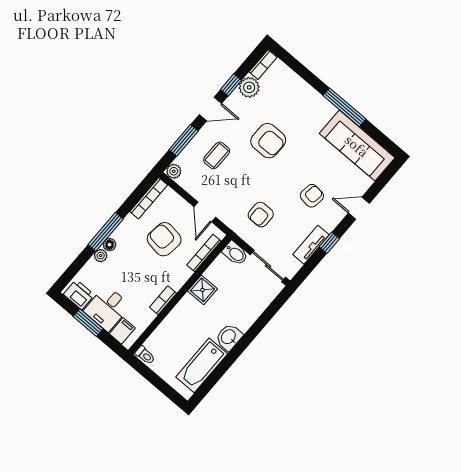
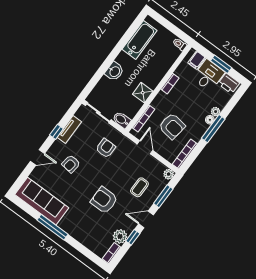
washbasin: (229, 337) -> (114, 71), moved

